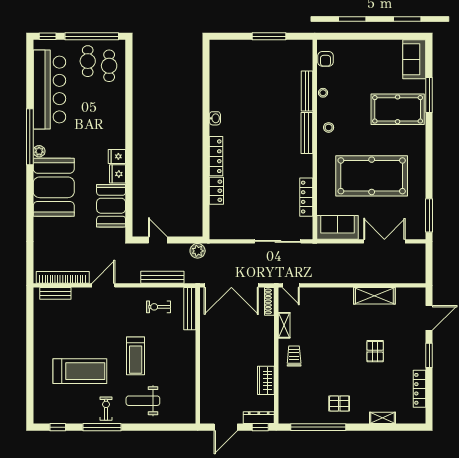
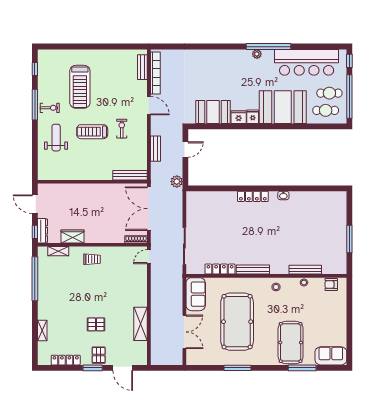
bench: (307, 133) -> (253, 270), moved
booth: (54, 187) -> (283, 107), moved
locker: (216, 191) -> (225, 197), removed
window: (429, 215) -> (237, 368), moved
bench: (162, 277) -> (155, 149), width x0.73
exercise bike: (158, 307) -> (122, 129), moved
shelving: (284, 325) -> (58, 251), moved
pallet: (339, 403) -> (99, 355), moved

